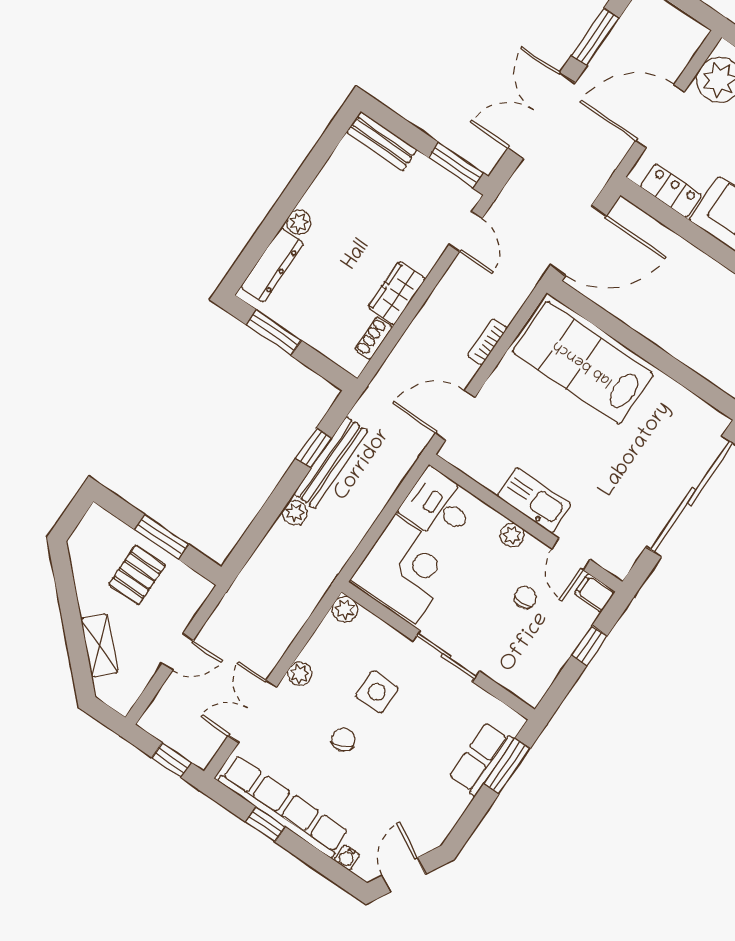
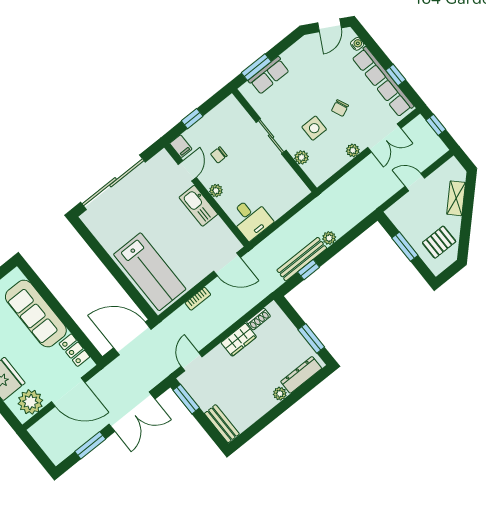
corner desk: (405, 569) -> (279, 190), removed
pallet: (137, 575) -> (439, 242), moved
plant: (345, 609) -> (301, 157), moved

